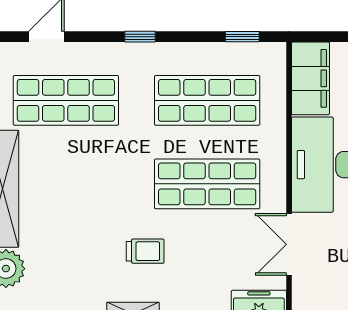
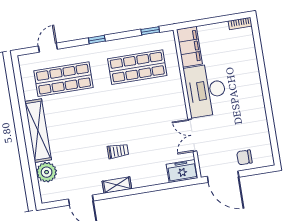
shop shelf: (207, 184) -> (144, 111), removed

